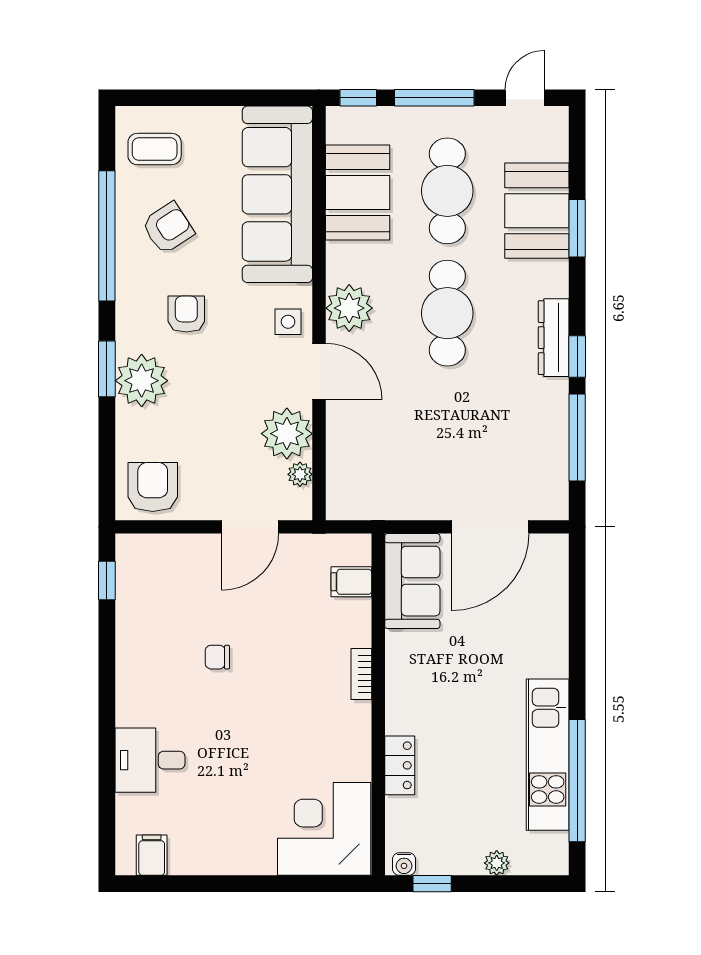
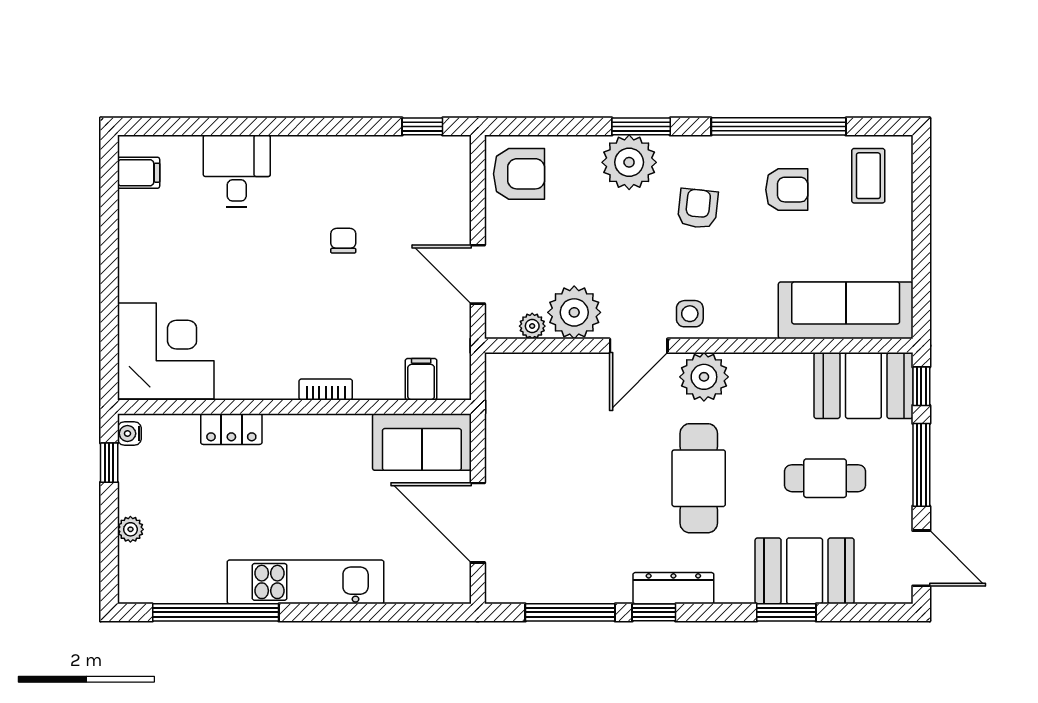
door: (525, 98) -> (921, 558), width x1.38
cafe table: (447, 191) -> (825, 478), width x0.73, depth x0.74
booth: (358, 193) -> (863, 386), moved
sofa: (277, 194) -> (846, 310), width x0.74, depth x0.79
armchair: (168, 228) -> (787, 190), turned -57
cafe table: (447, 313) -> (699, 478), turned 90
armchair: (186, 314) -> (698, 209), turned -84
kitchen unit: (548, 755) -> (306, 582), moved

